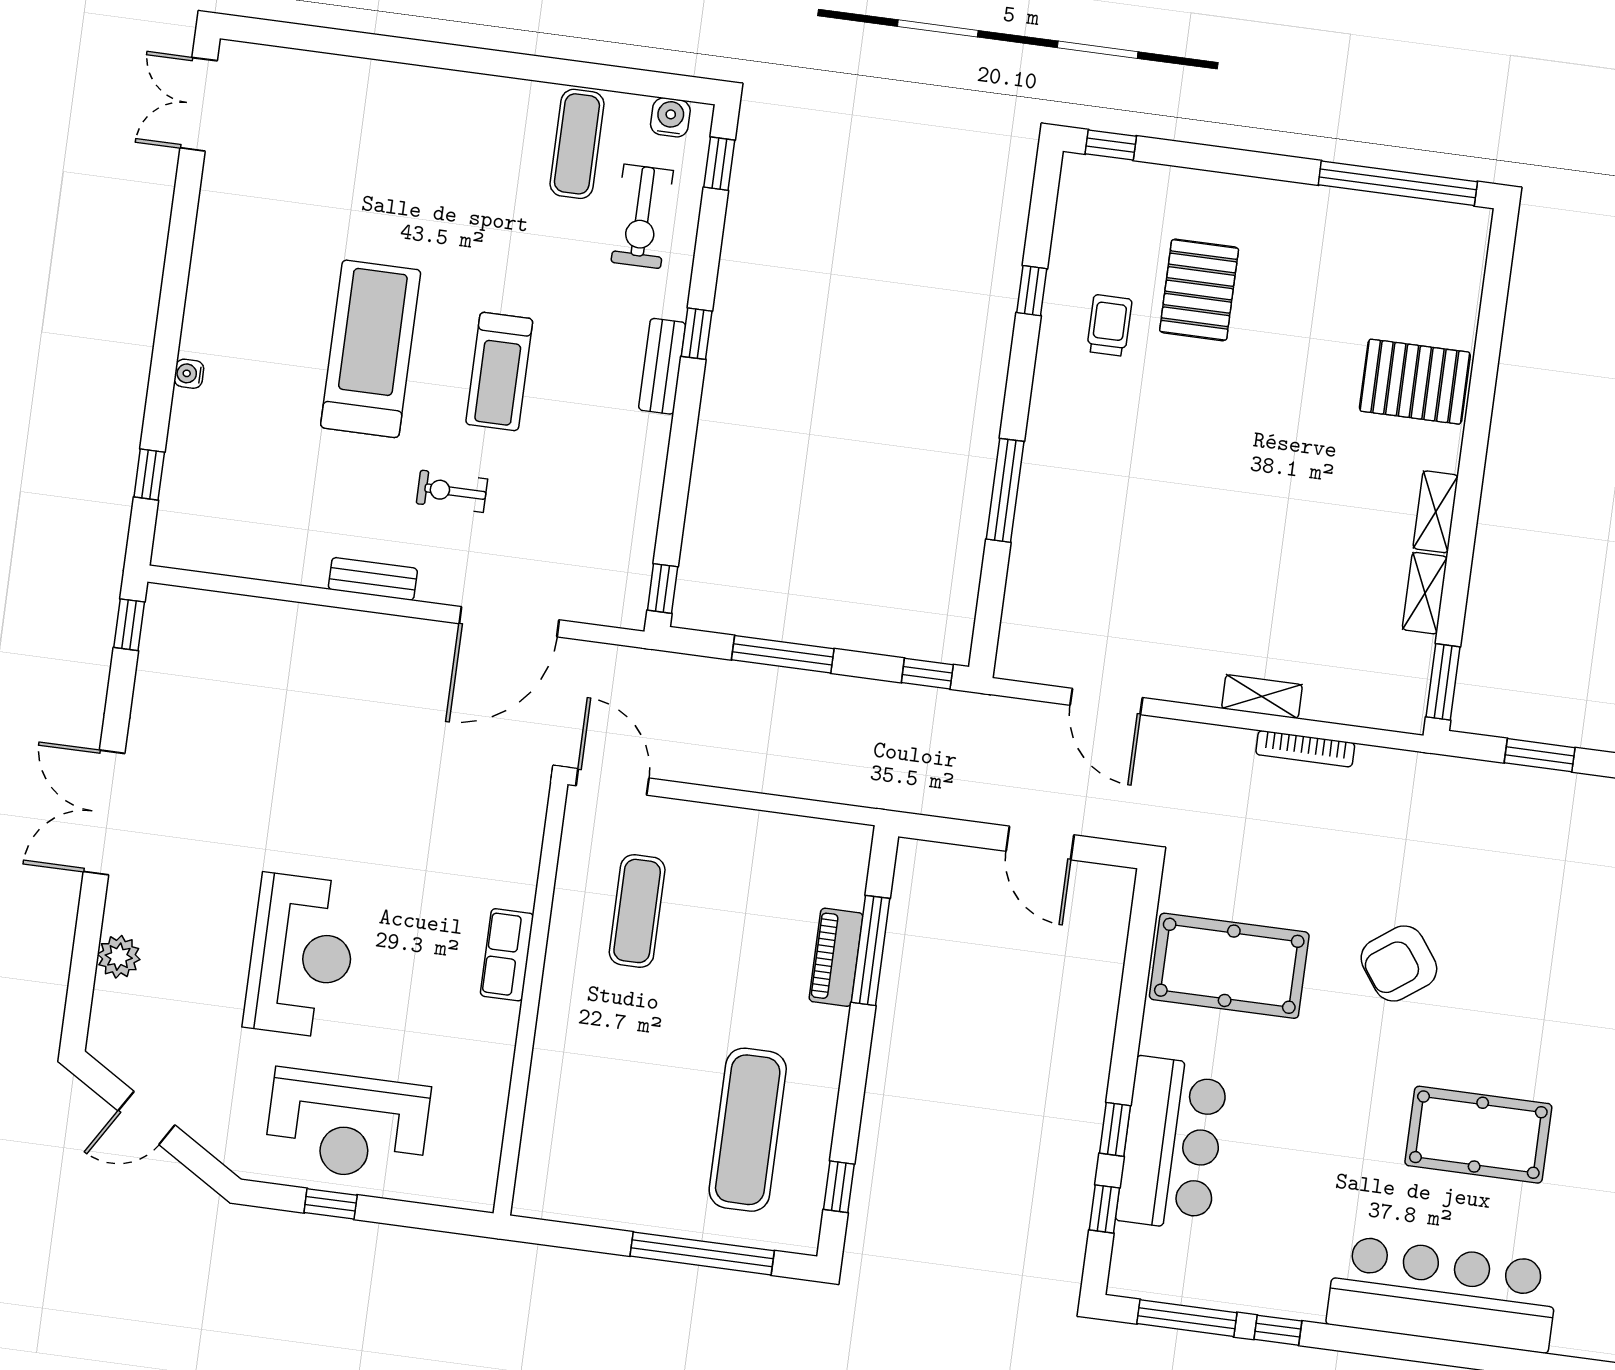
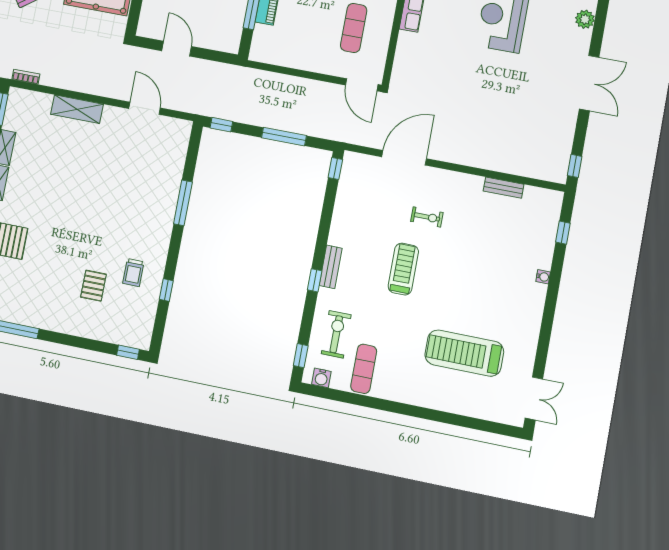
pallet: (1199, 290) -> (93, 286), width x0.67, depth x0.71
treadmill: (371, 349) -> (464, 353), moved, turned 90
bench: (373, 579) -> (504, 188), moved
shelving: (1262, 697) -> (77, 109), width x1.50, depth x1.33
bookcase: (1305, 749) -> (26, 77), moved, width x0.64

